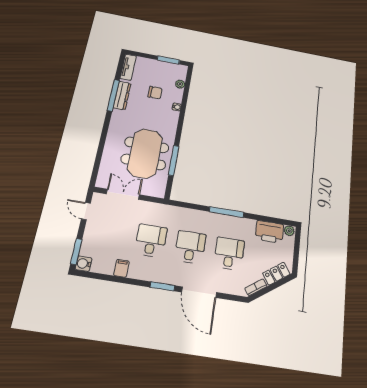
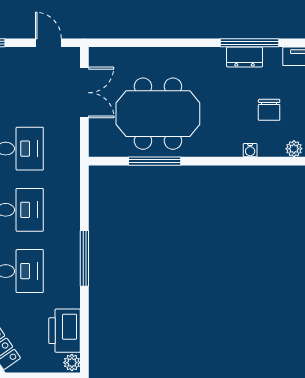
dresser: (122, 95) -> (245, 57), width x0.70
door: (86, 211) -> (48, 43), hinge flipped

